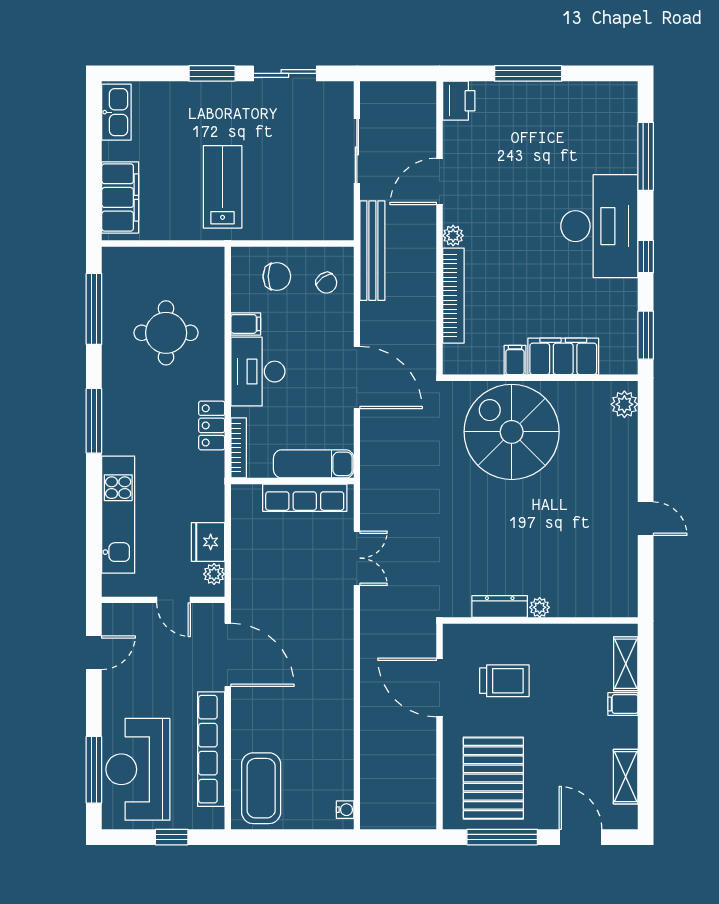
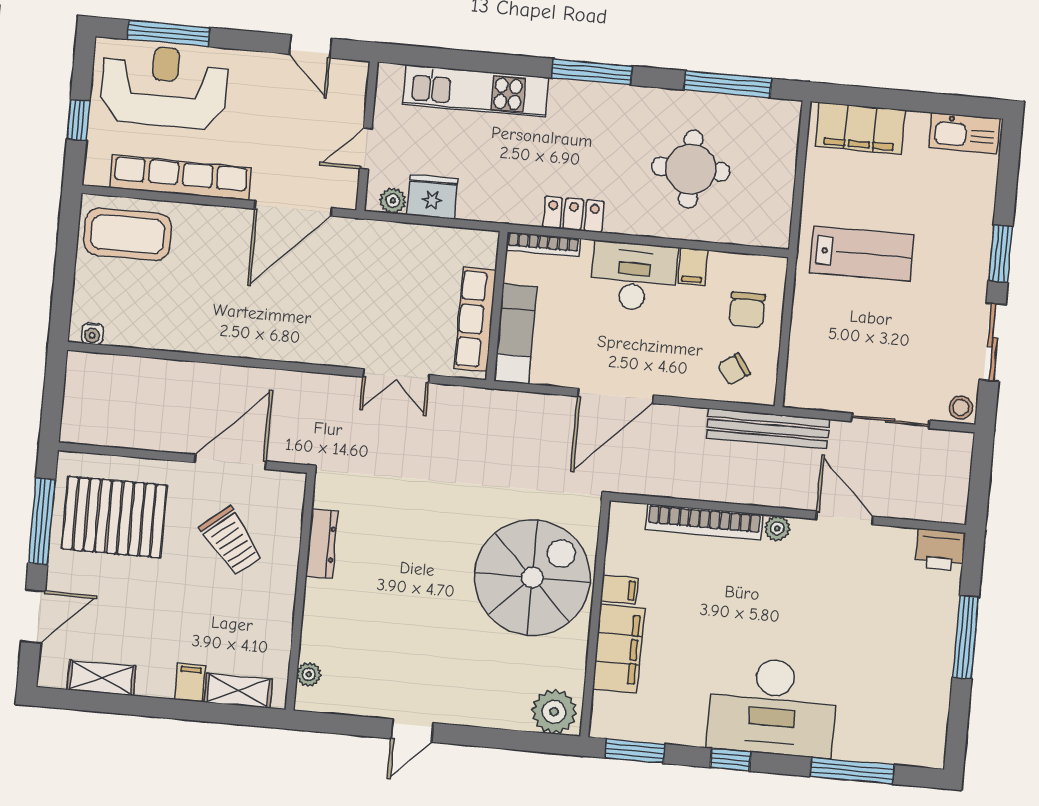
stool: (341, 94) -> (961, 407), added
plant: (624, 404) -> (554, 712), width x1.36, depth x1.36
plant: (540, 607) -> (309, 674), moved
trolley: (504, 681) -> (231, 541), turned -39

